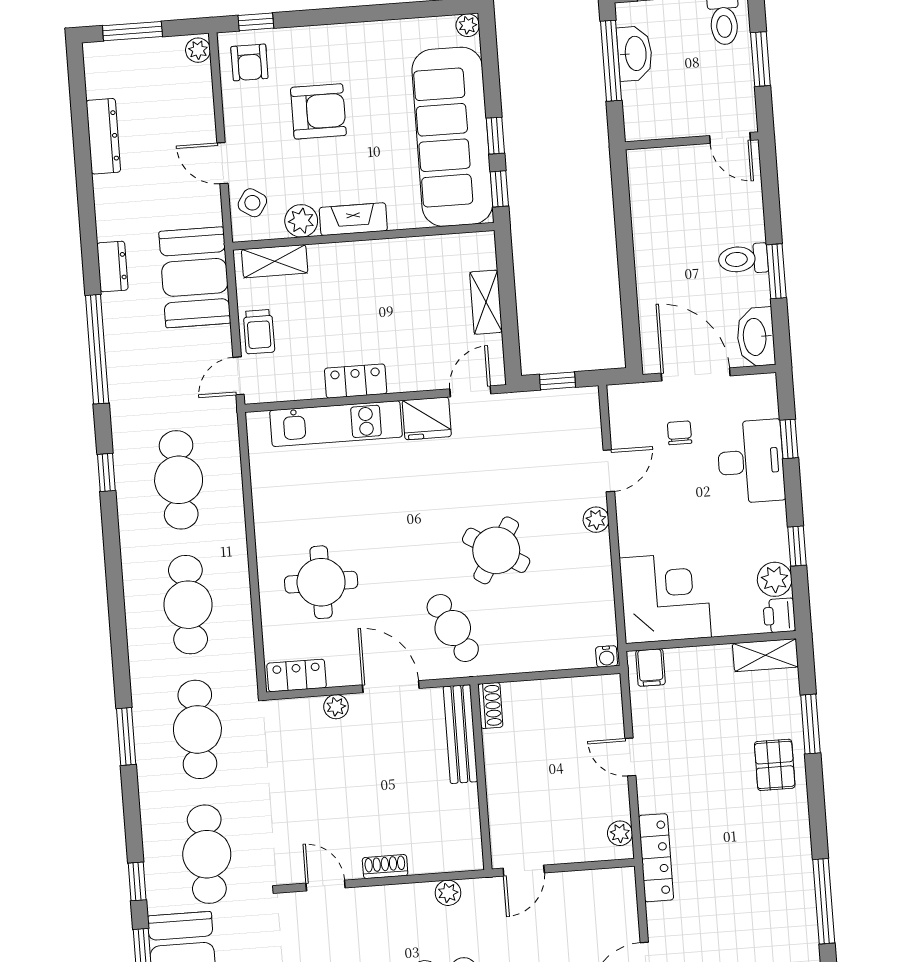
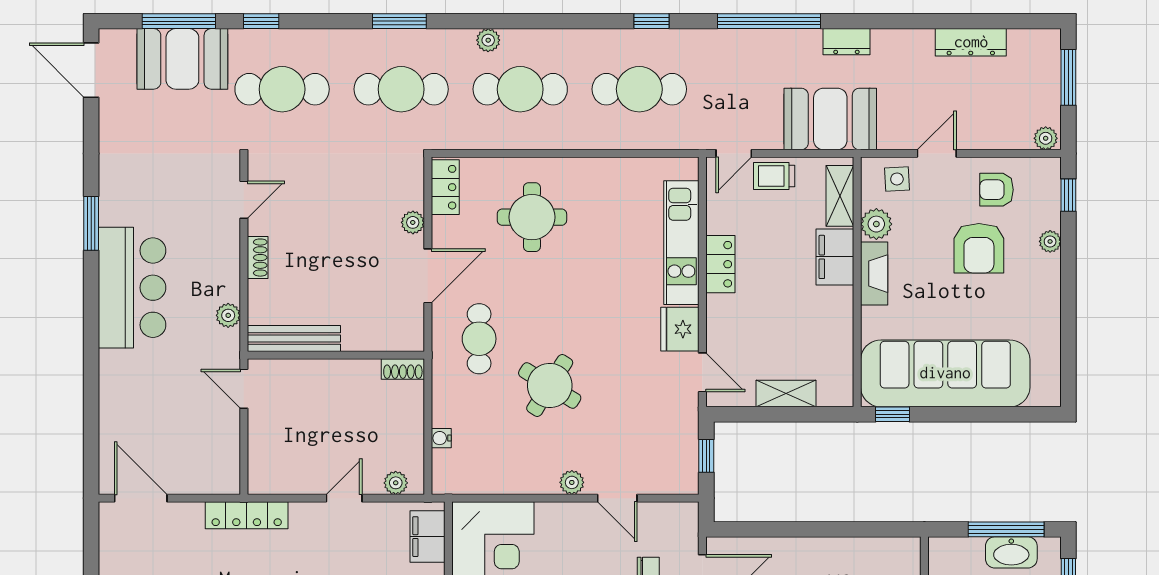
plant: (468, 25) -> (1050, 241), moved
armchair: (249, 62) -> (997, 190), moved
window: (495, 136) -> (943, 414), removed
side table: (252, 203) -> (897, 179), turned -36
filing cabinet: (339, 262) -> (835, 257), added
door: (239, 376) -> (734, 153), swing flipped
cafe table: (453, 628) -> (479, 339), turned -63
plant: (139, 642) -> (488, 40), added
water cooler: (607, 656) -> (441, 438), moved
filing cabinet: (650, 668) -> (428, 537), width x2.00
bench: (460, 734) -> (294, 338), moved
plant: (620, 833) -> (396, 483), moved

